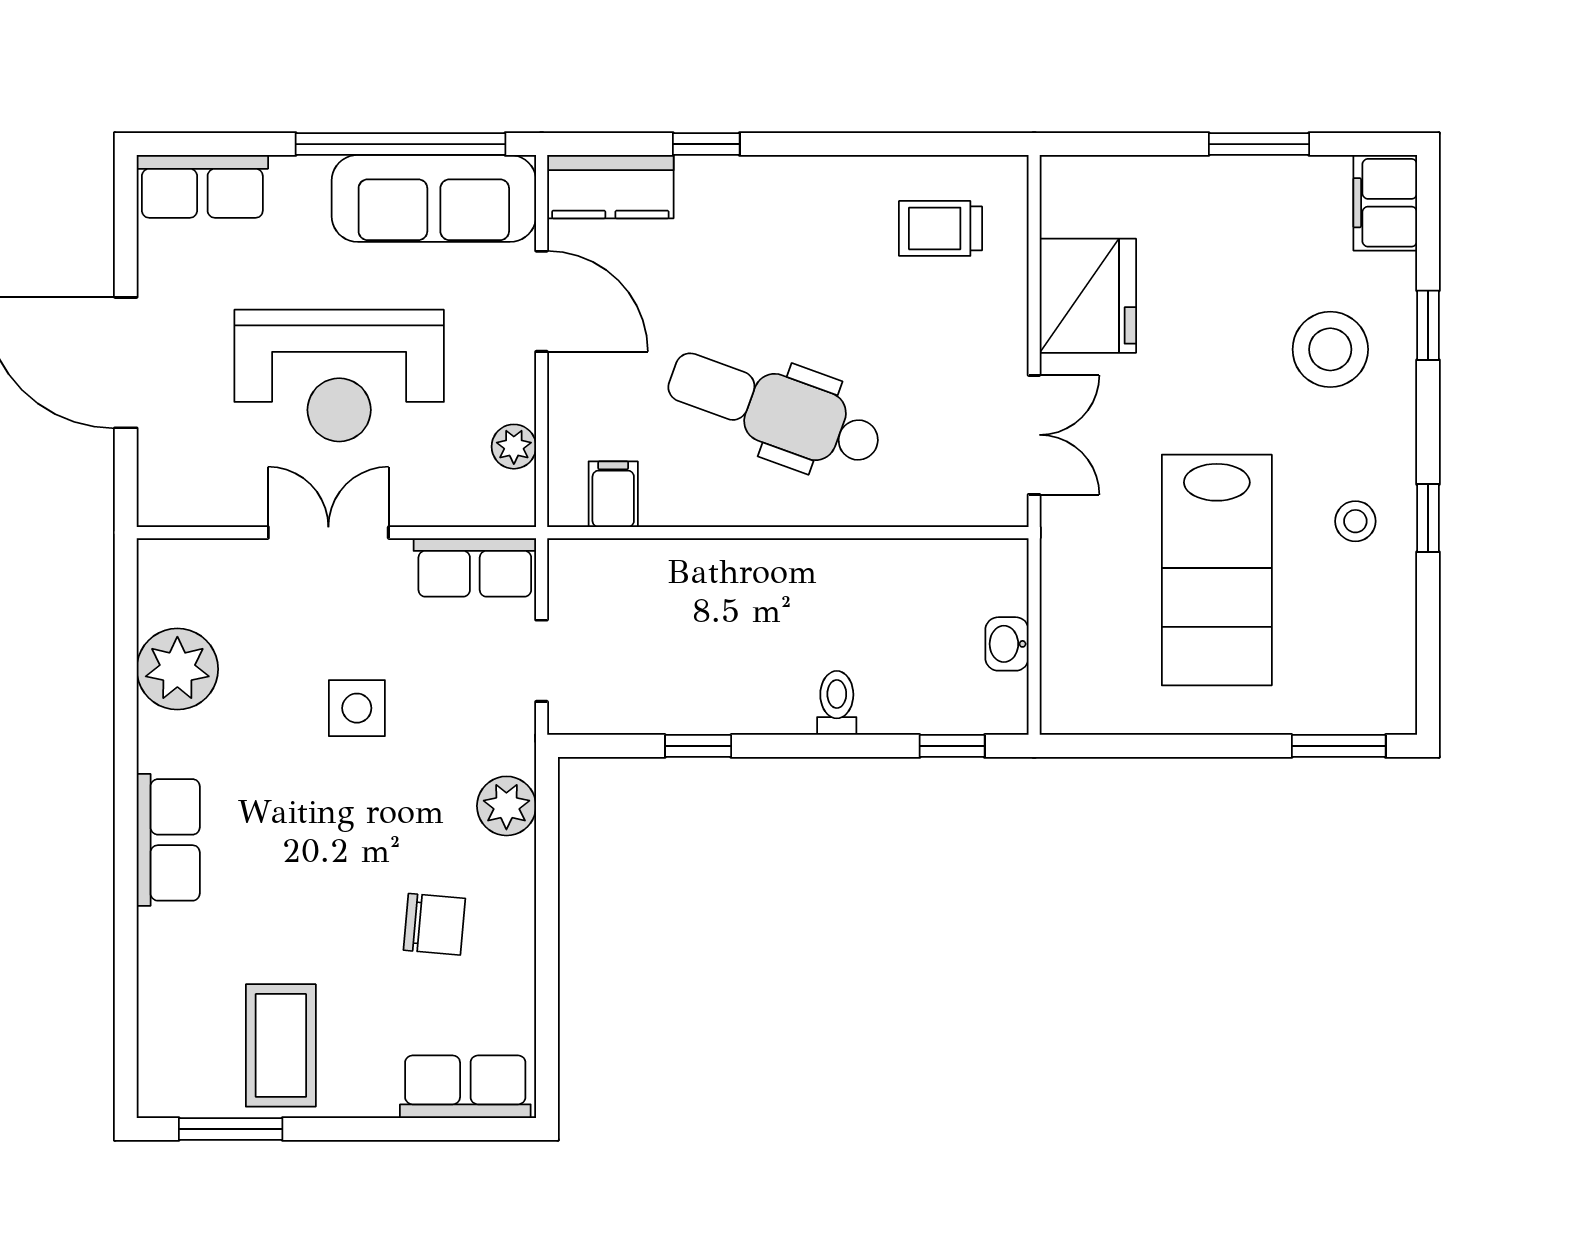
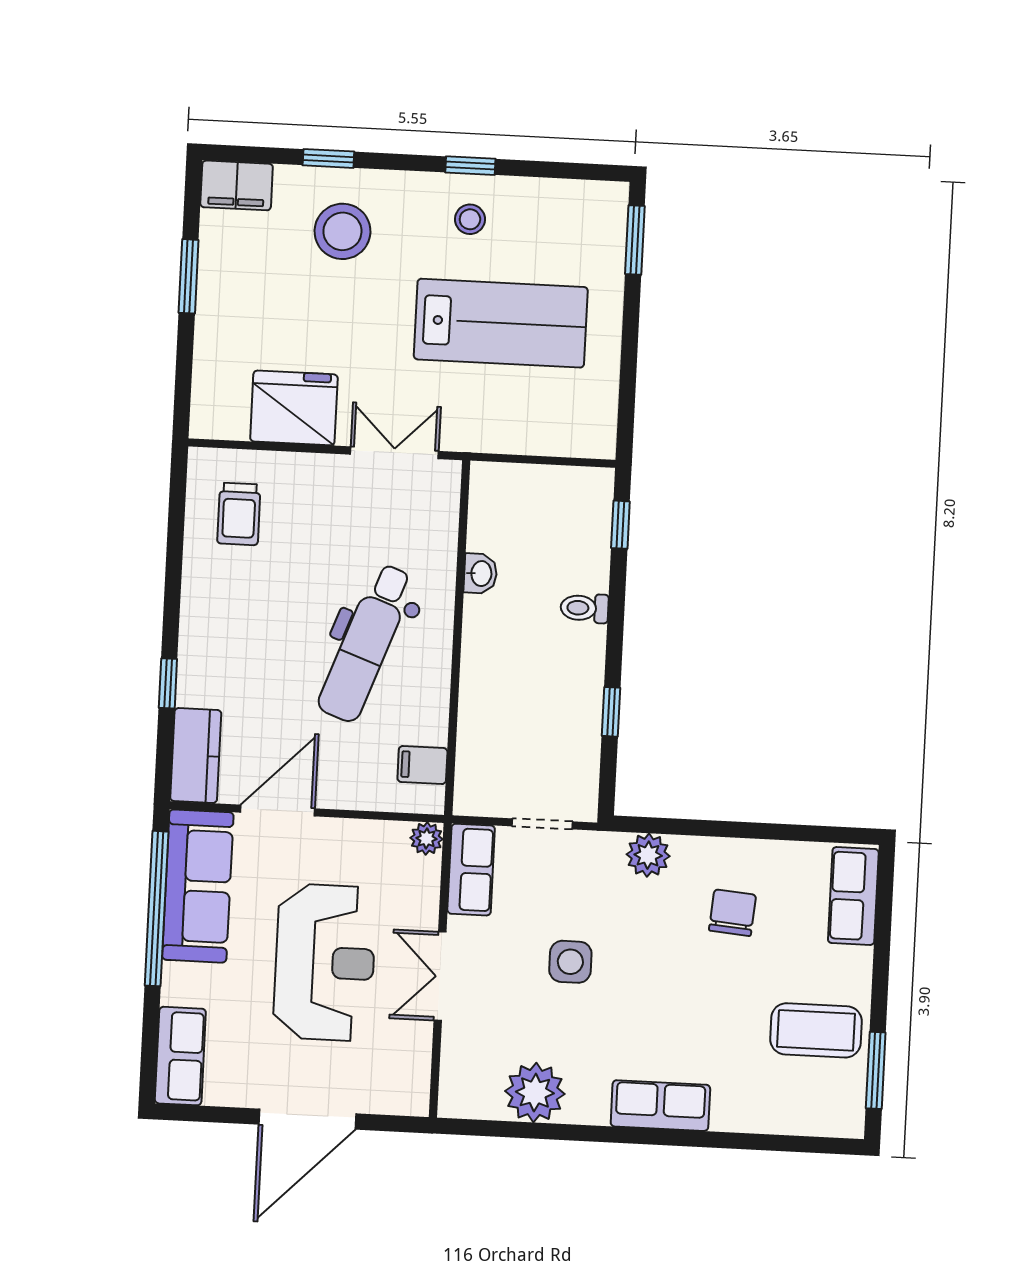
plant: (514, 447) -> (427, 839), moved
washbasin: (1007, 644) -> (480, 573), moved, turned -90

